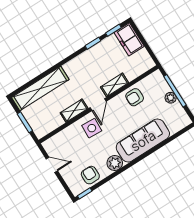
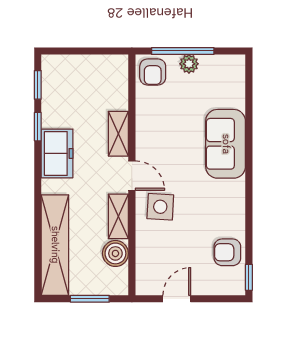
freezer: (129, 39) -> (57, 153), moved, turned -90
armchair: (135, 97) -> (153, 72), moved
boiler: (55, 121) -> (115, 253), added
sofa: (143, 141) -> (226, 144), width x0.73
plant: (115, 163) -> (232, 206), removed

